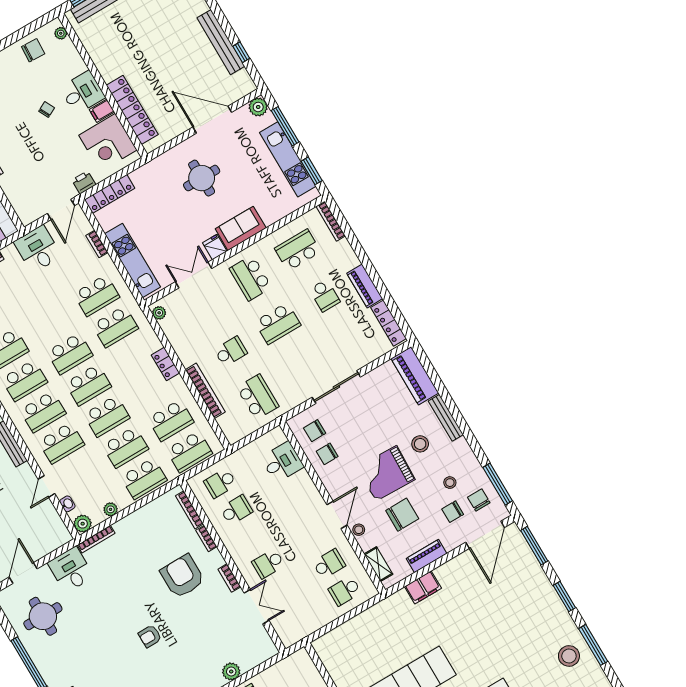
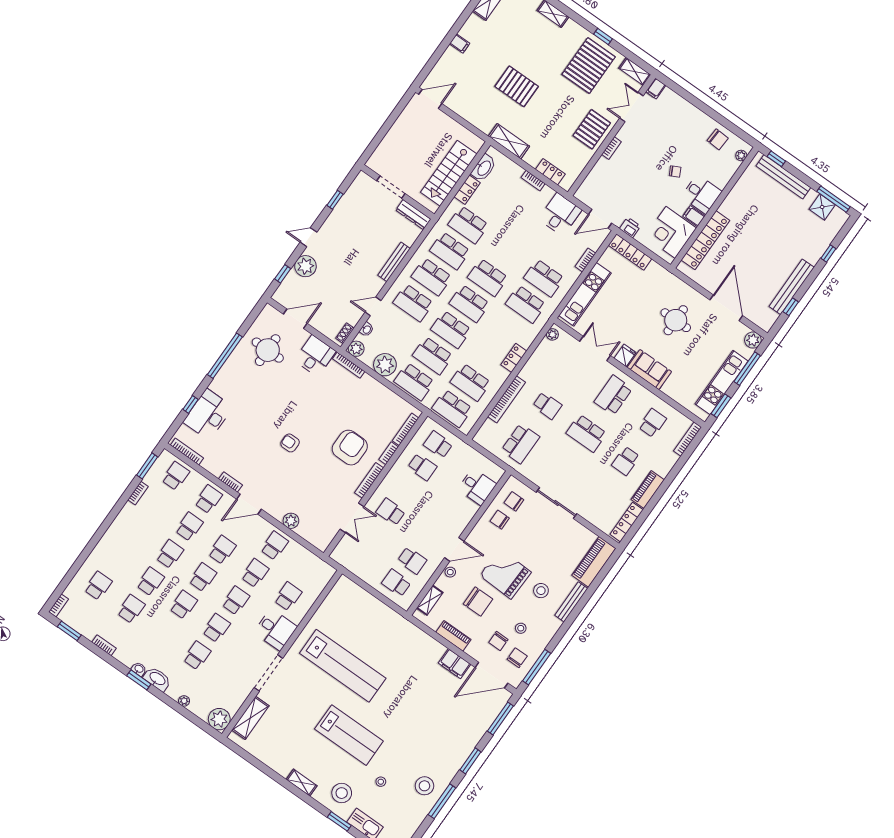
school desk: (298, 250) -> (652, 423), width x0.54
plant: (111, 509) -> (385, 365), width x1.87, depth x1.87
chair: (453, 512) -> (498, 641), turned -90
shoe rack: (61, 528) -> (345, 333), added
bookcase: (229, 578) -> (369, 480), width x1.56
filing cabinet: (423, 587) -> (454, 664), moved

